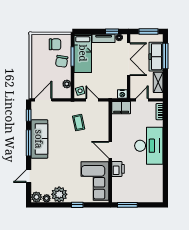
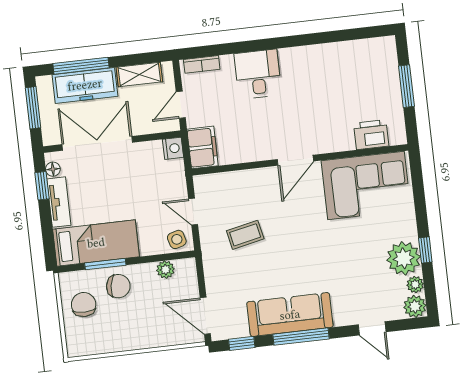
door: (92, 100) -> (193, 212), hinge flipped
door: (142, 100) -> (181, 105), hinge flipped
desk: (149, 146) -> (258, 74), width x0.53, depth x0.77
printer: (118, 169) -> (371, 135), moved
window: (77, 205) -> (425, 250), moved
window: (127, 205) -> (406, 86), moved

